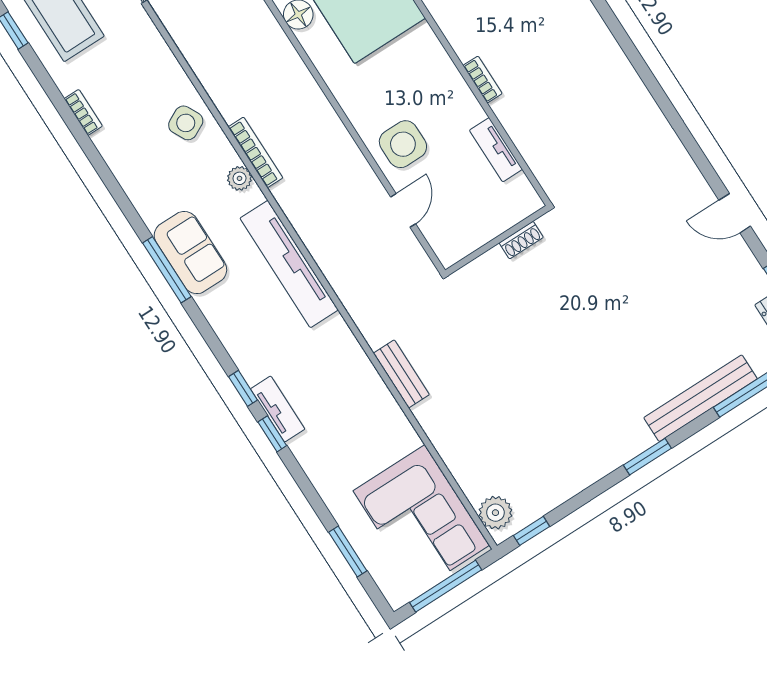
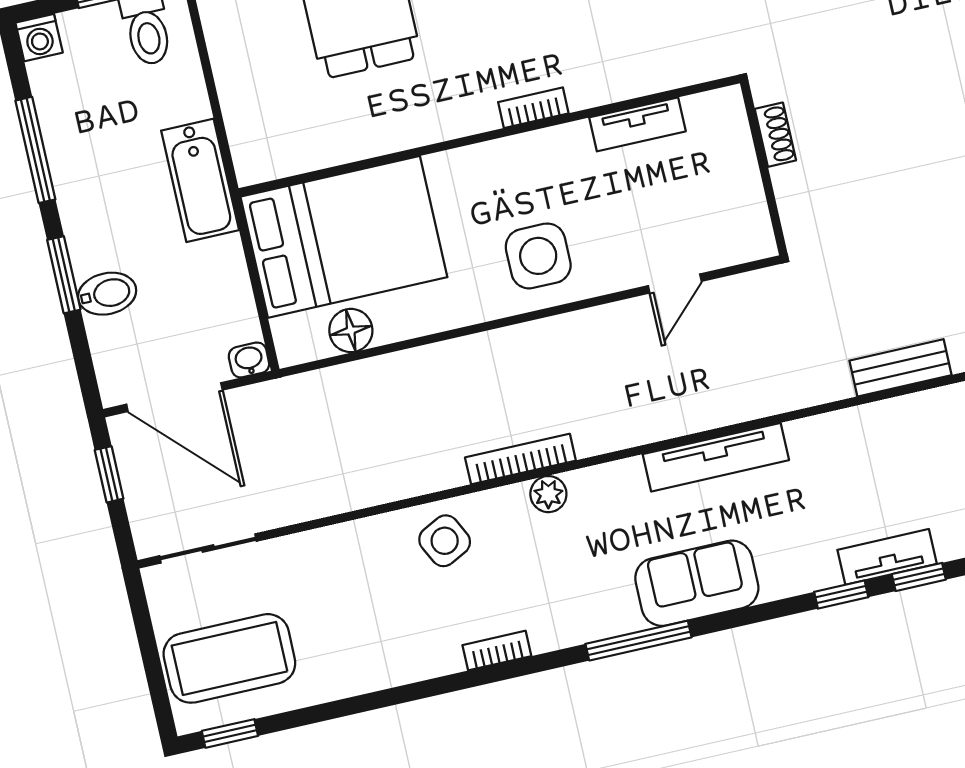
bookcase: (83, 112) -> (497, 651), moved
side table: (403, 144) -> (538, 256), moved
door: (403, 210) -> (675, 283), swing flipped
sofa: (190, 253) -> (697, 583), moved
tv unit: (289, 264) -> (716, 457), width x0.73, depth x0.78

